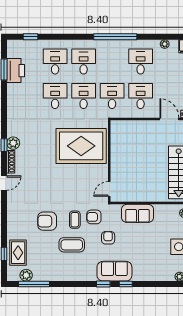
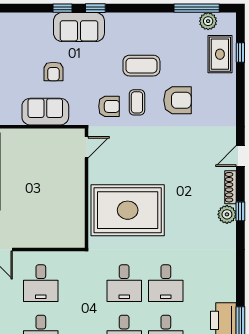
desk: (112, 96) -> (82, 283), removed
armchair: (108, 238) -> (53, 71), moved

